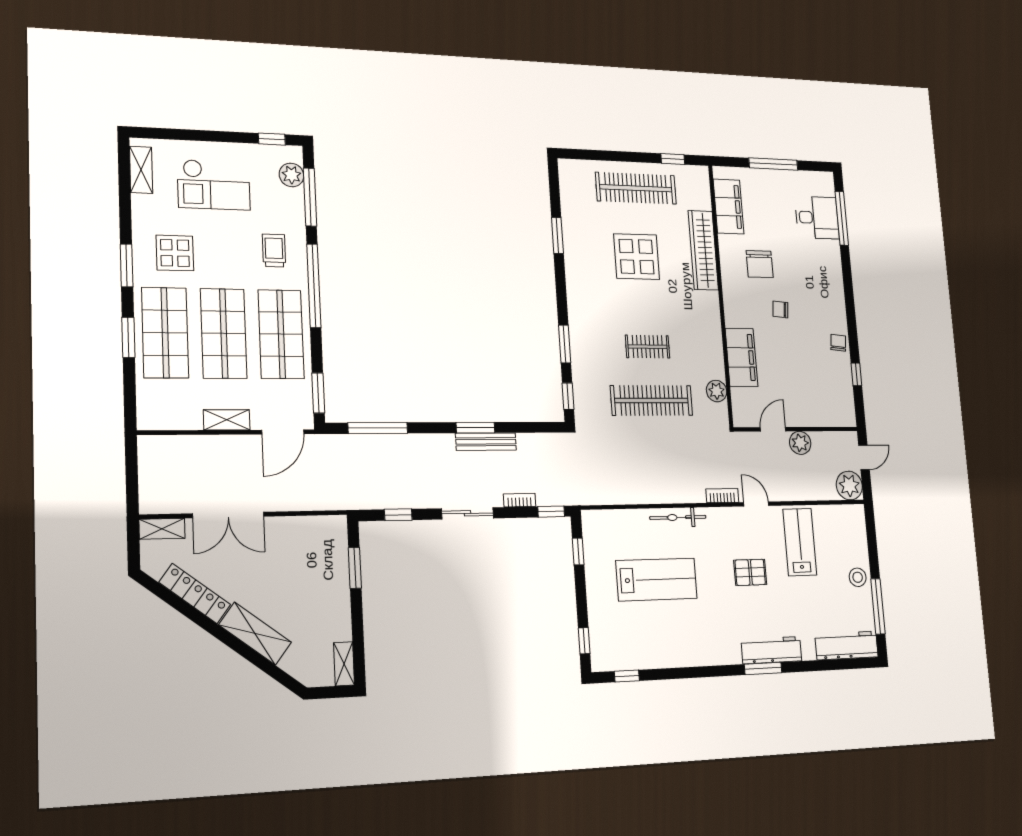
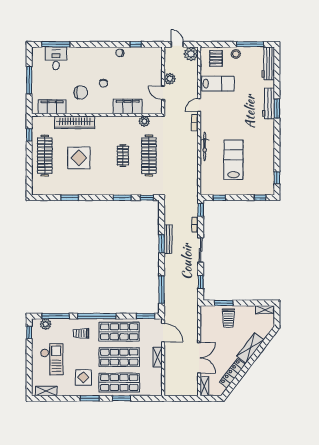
lab bench: (800, 542) -> (218, 84), turned 180
pallet: (750, 572) -> (216, 58), moved
trolley: (322, 580) -> (228, 318), added

